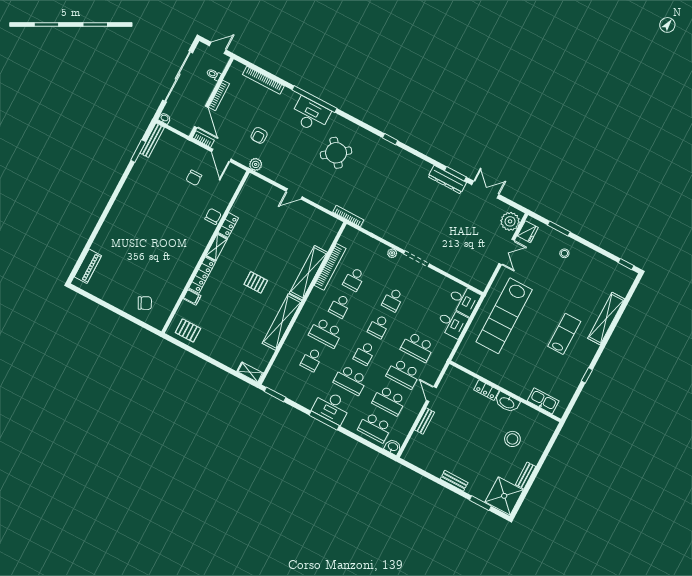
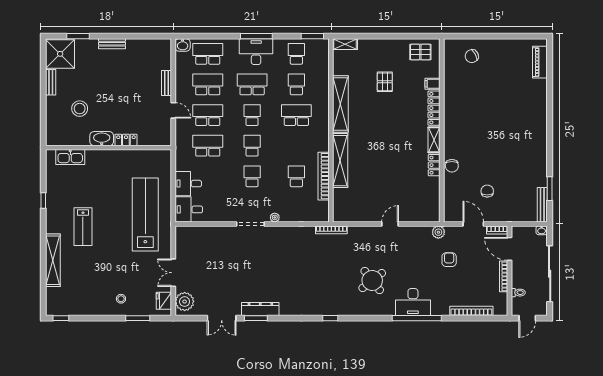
pallet: (256, 282) -> (385, 82), moved, turned 90
school desk: (340, 306) -> (296, 54), moved

